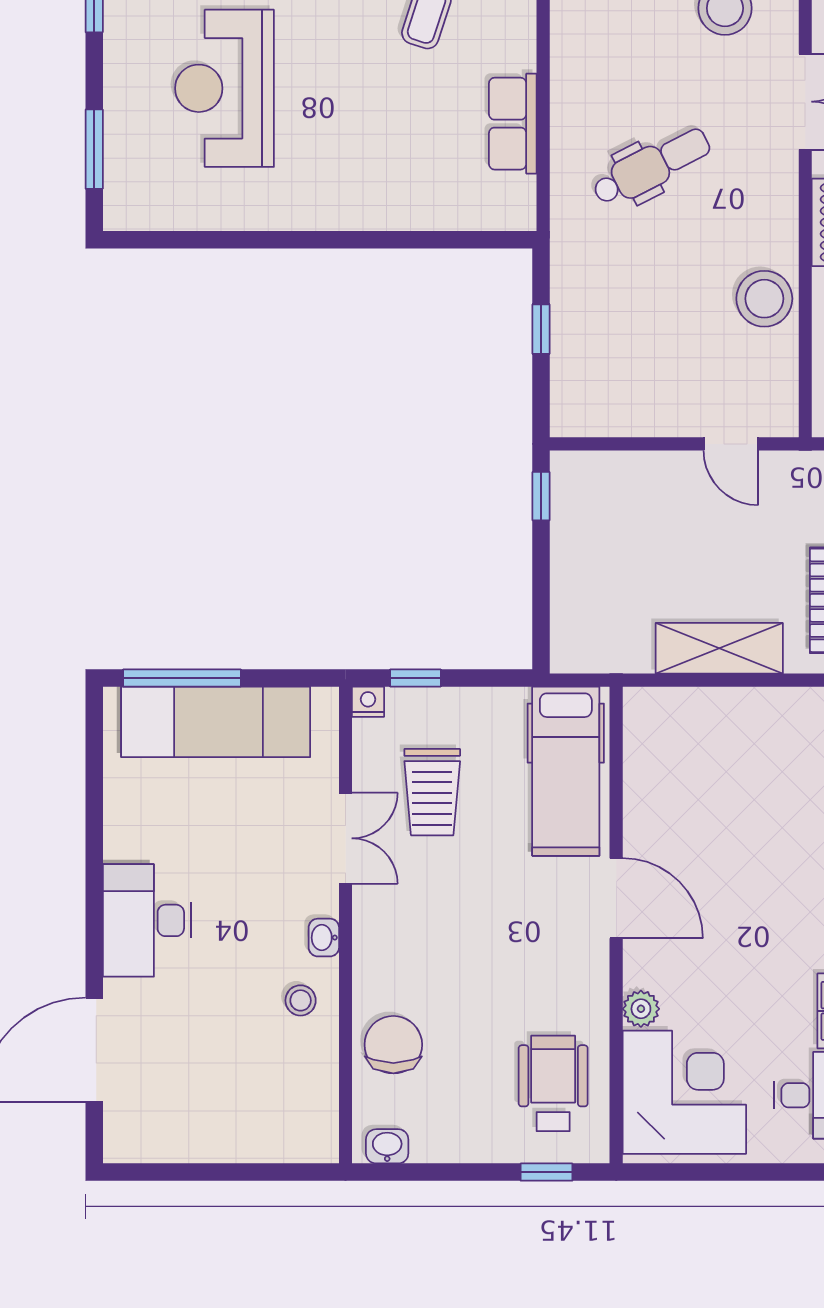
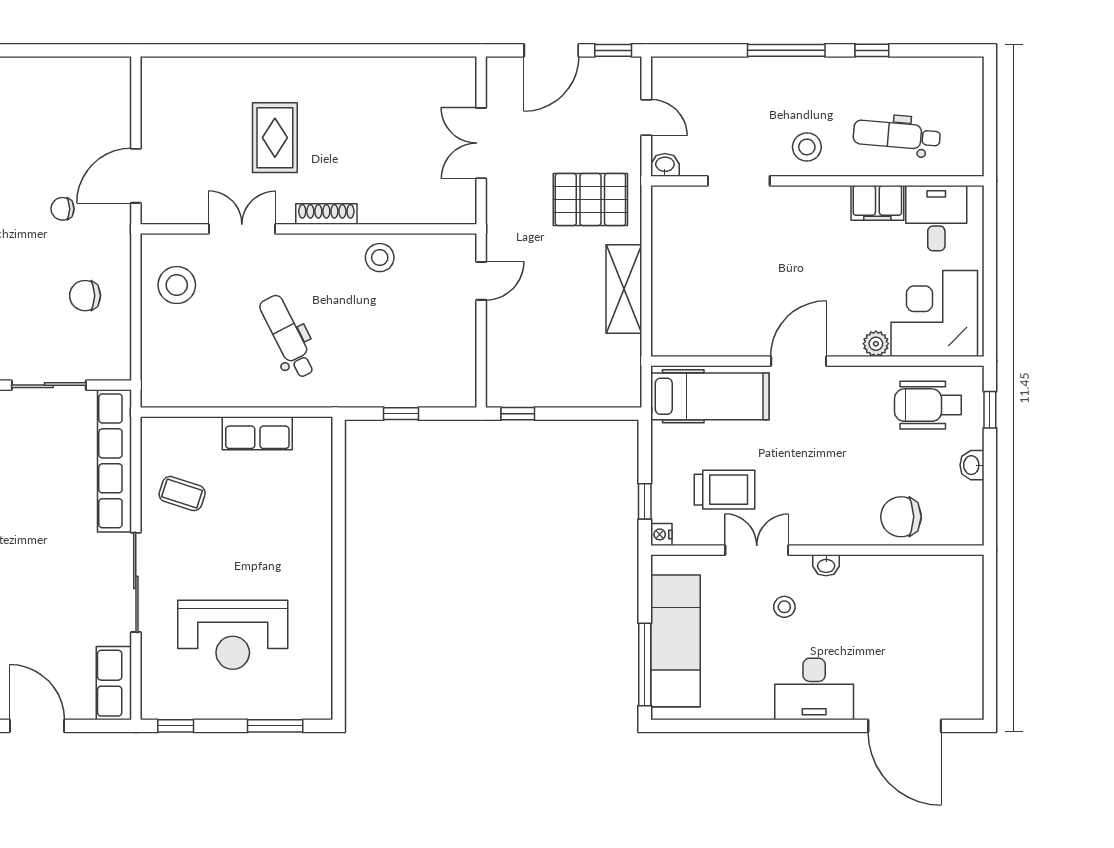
stool: (764, 299) -> (380, 258), width x0.73, depth x0.73
stool: (301, 1000) -> (784, 607), moved
washbasin: (387, 1146) -> (972, 465), moved

